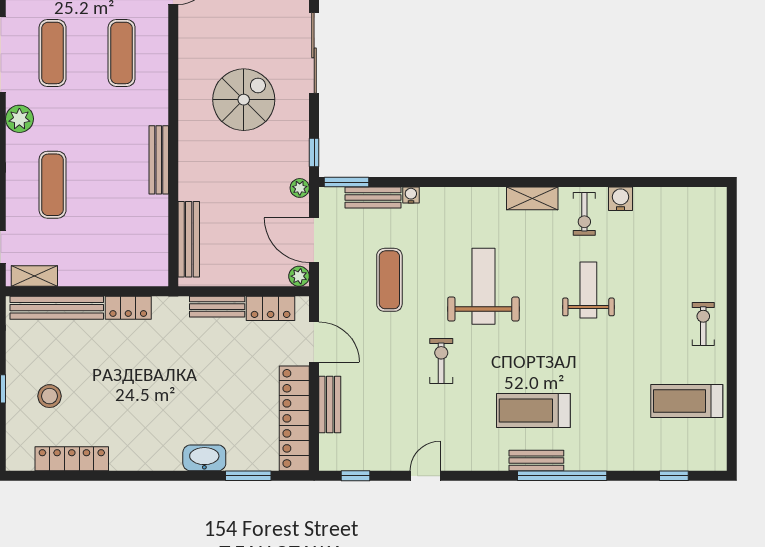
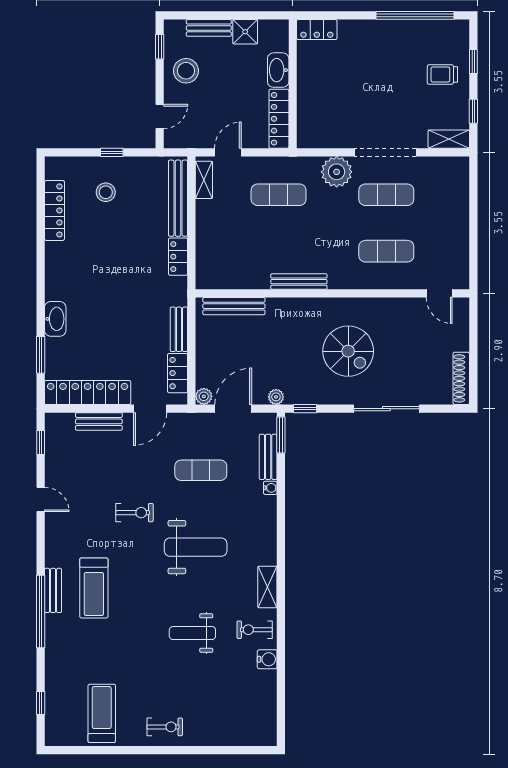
plant: (19, 119) -> (337, 172), width x1.36, depth x1.36
weight bench: (588, 290) -> (192, 633), turned 180
treadmill: (533, 411) -> (94, 588), turned 180

